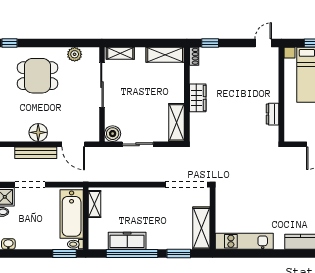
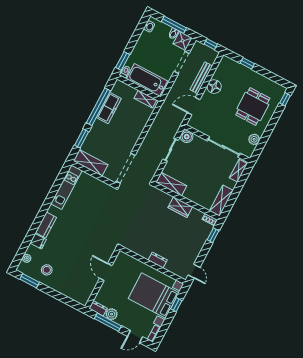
dresser: (273, 114) -> (158, 260), moved

